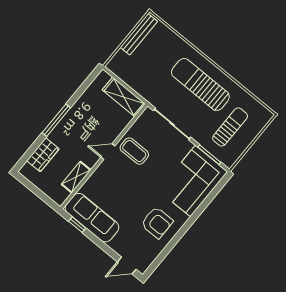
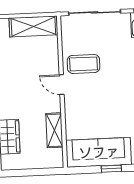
door: (108, 152) -> (62, 85), hinge flipped
window: (77, 225) -> (111, 169), moved

